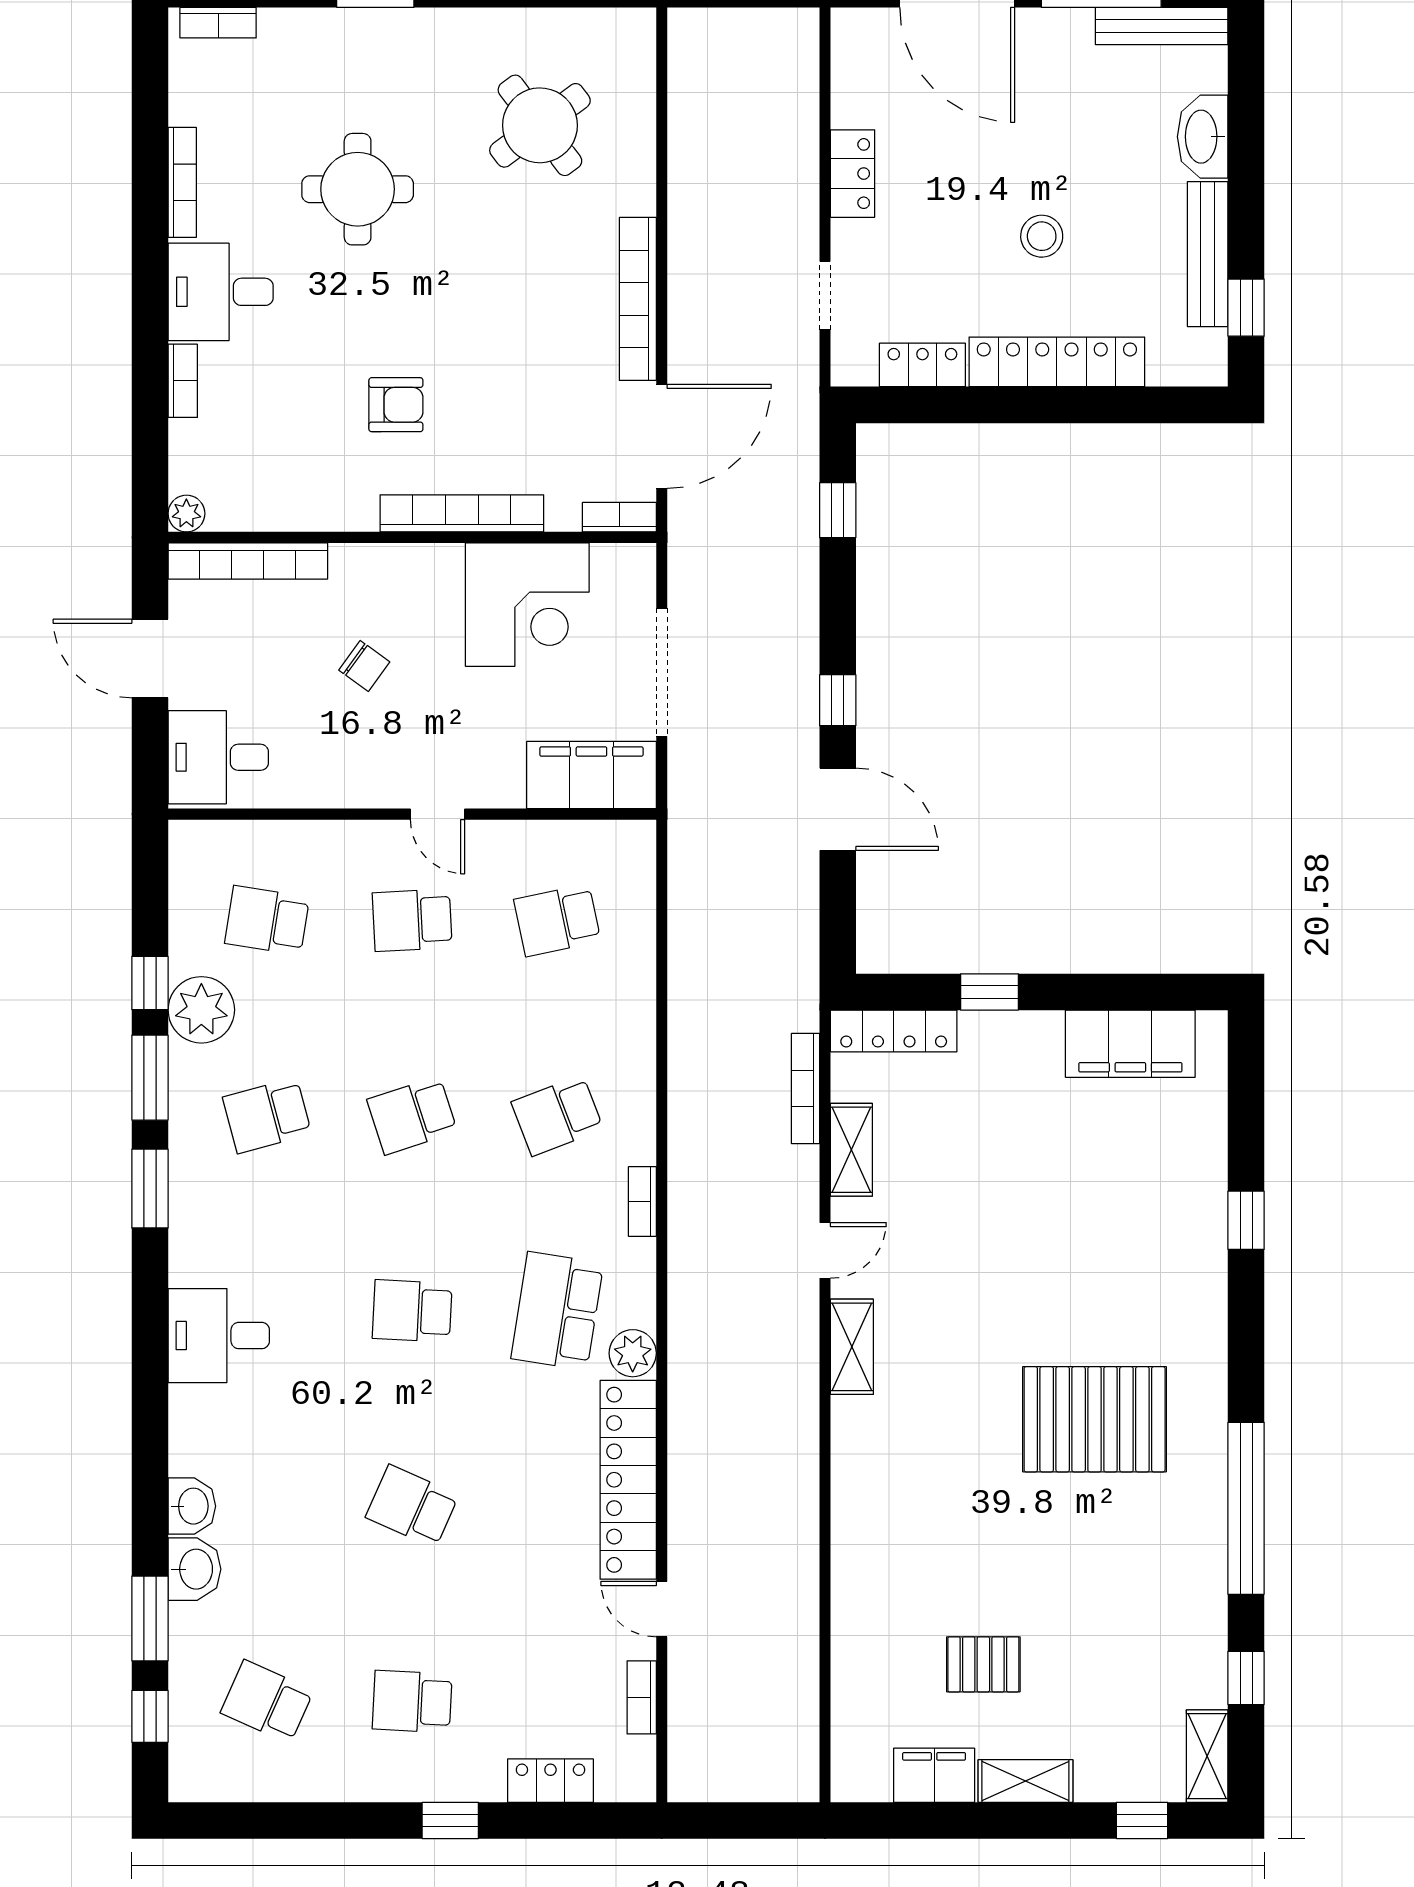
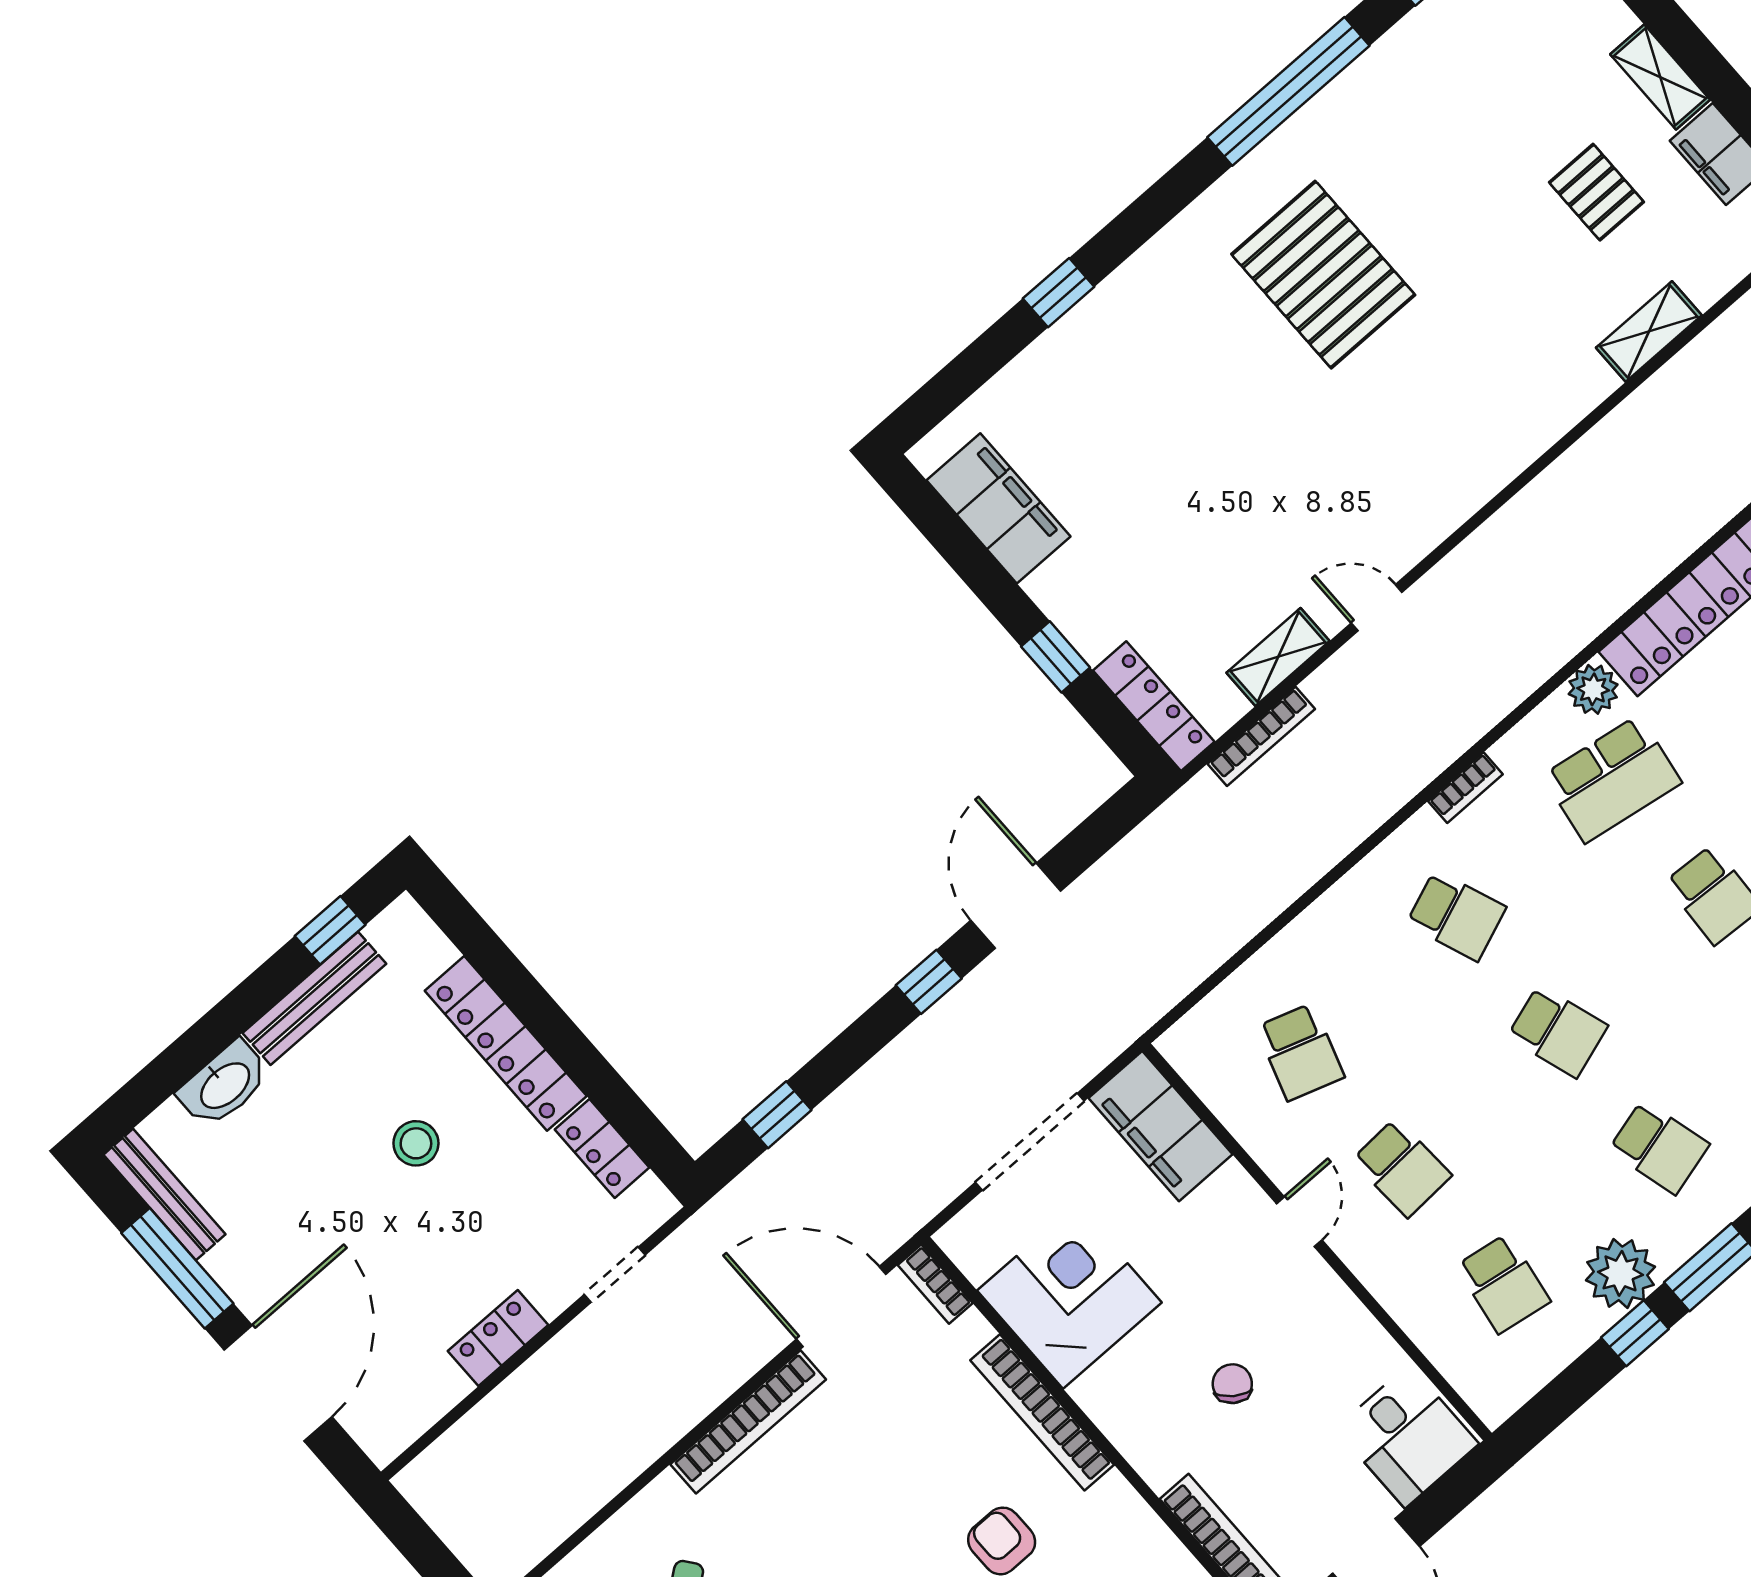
school desk: (557, 920) -> (1300, 1052), turned 30
shelving: (852, 1347) -> (1649, 332), moved

